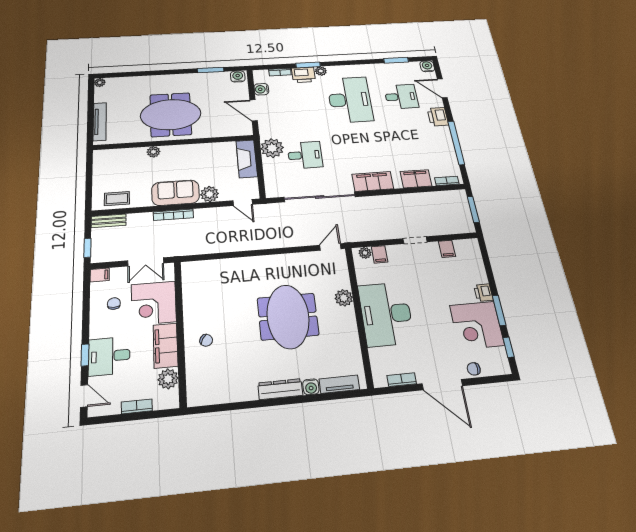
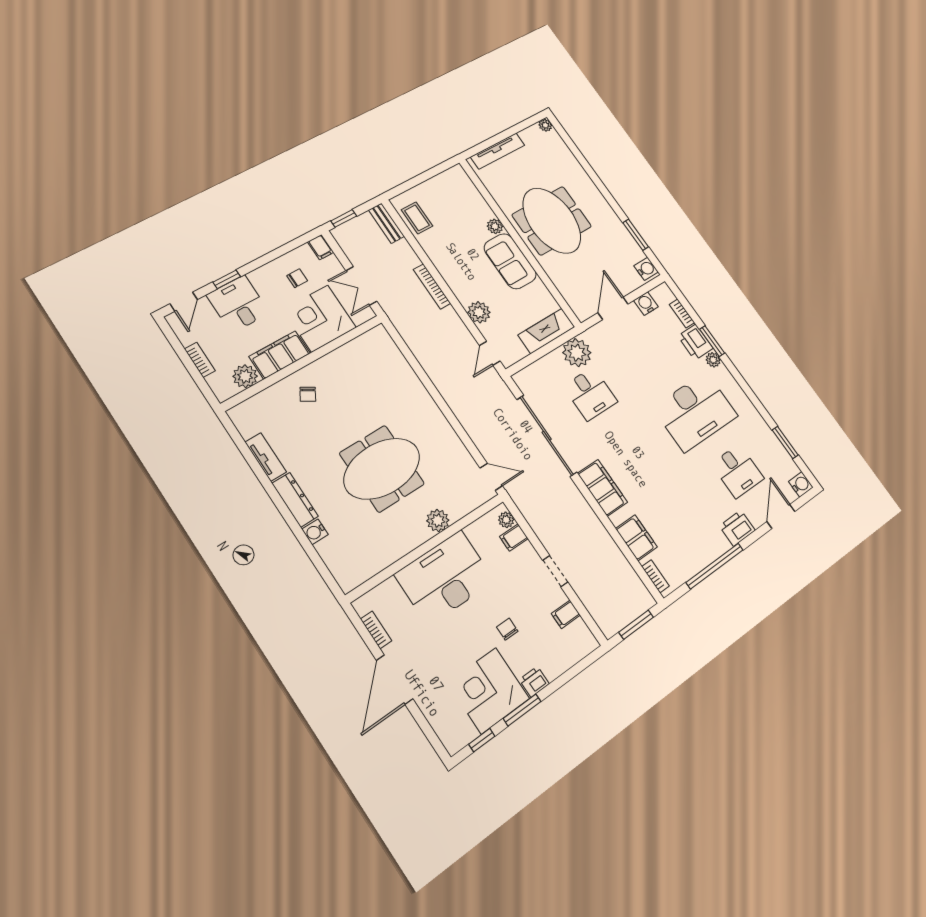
sofa: (176, 193) -> (510, 261), moved, turned 180
chair: (474, 369) -> (507, 629), moved
tv unit: (339, 384) -> (266, 457), moved

